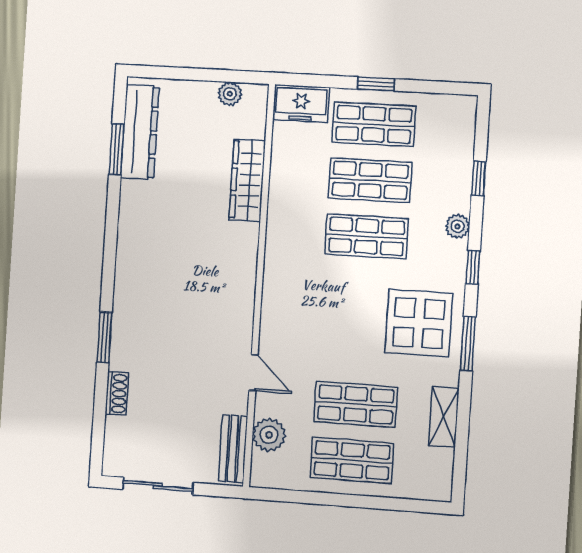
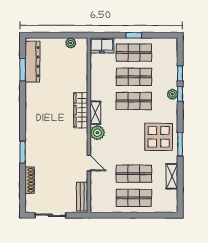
wardrobe: (247, 180) -> (81, 110), moved
shelving: (276, 258) -> (95, 113), added
window: (473, 267) -> (180, 94), moved
shoe rack: (117, 393) -> (30, 180), width x1.43
plant: (269, 435) -> (97, 133), moved

